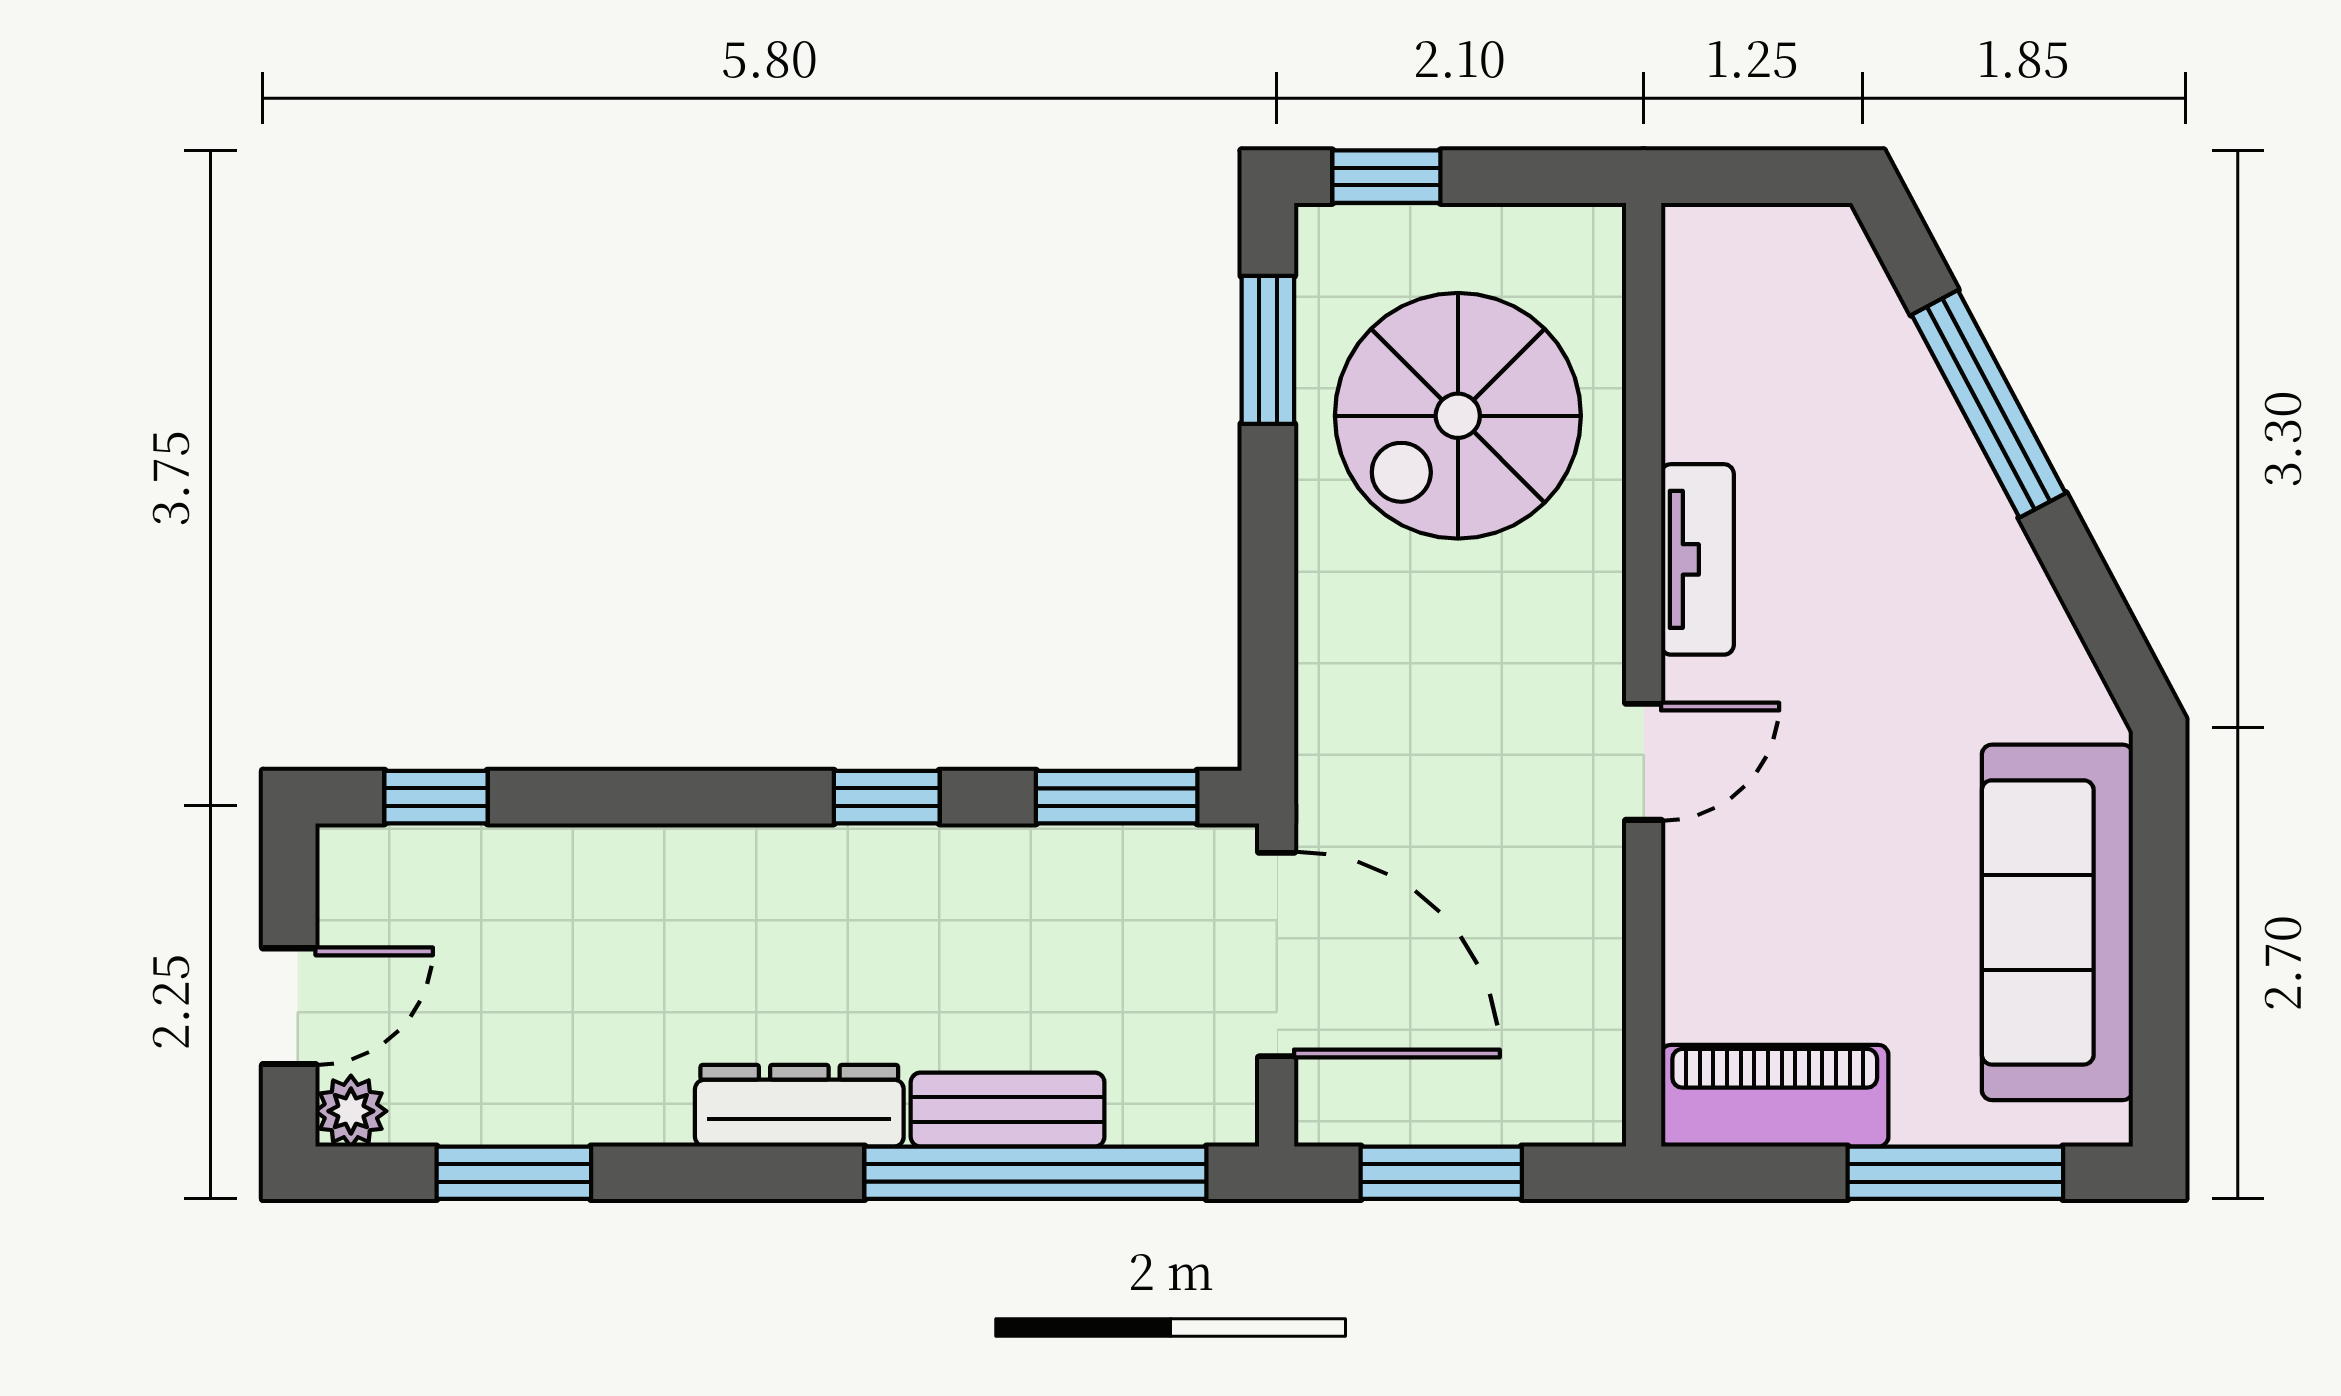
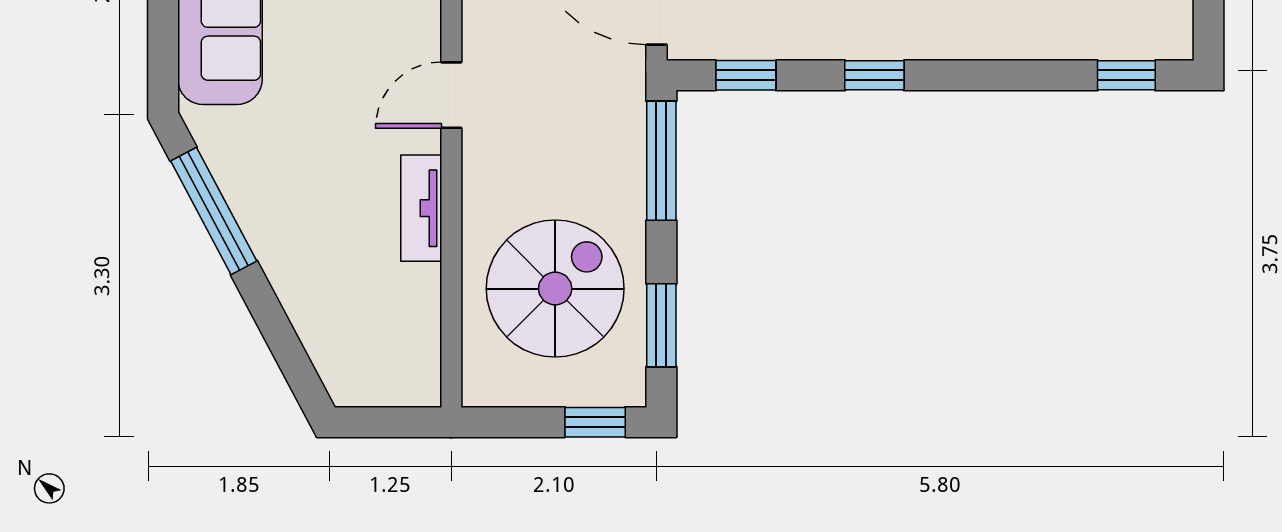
window: (1989, 404) -> (214, 211), moved
window: (1268, 644) -> (661, 161), added
window: (1117, 797) -> (746, 75), width x0.67

